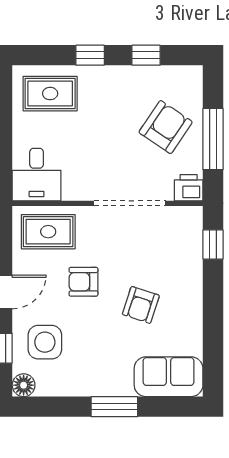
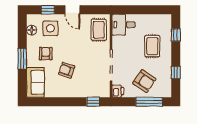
window: (90, 55) -> (176, 35), moved
rug: (50, 94) -> (152, 46), moved
window: (213, 139) -> (149, 102), moved
armchair: (83, 282) -> (46, 54), moved
floor lamp: (24, 385) -> (32, 30), moved

